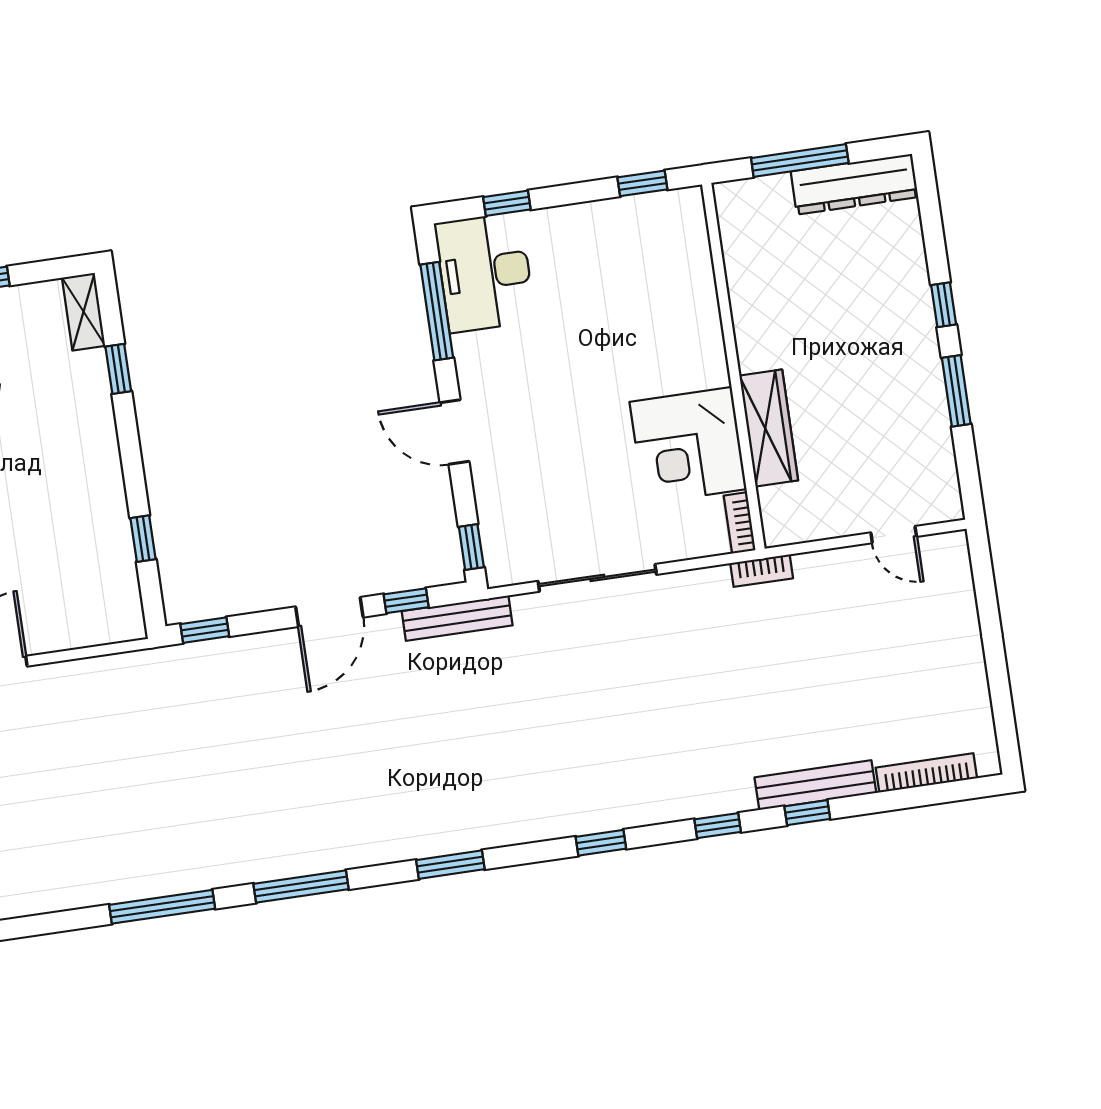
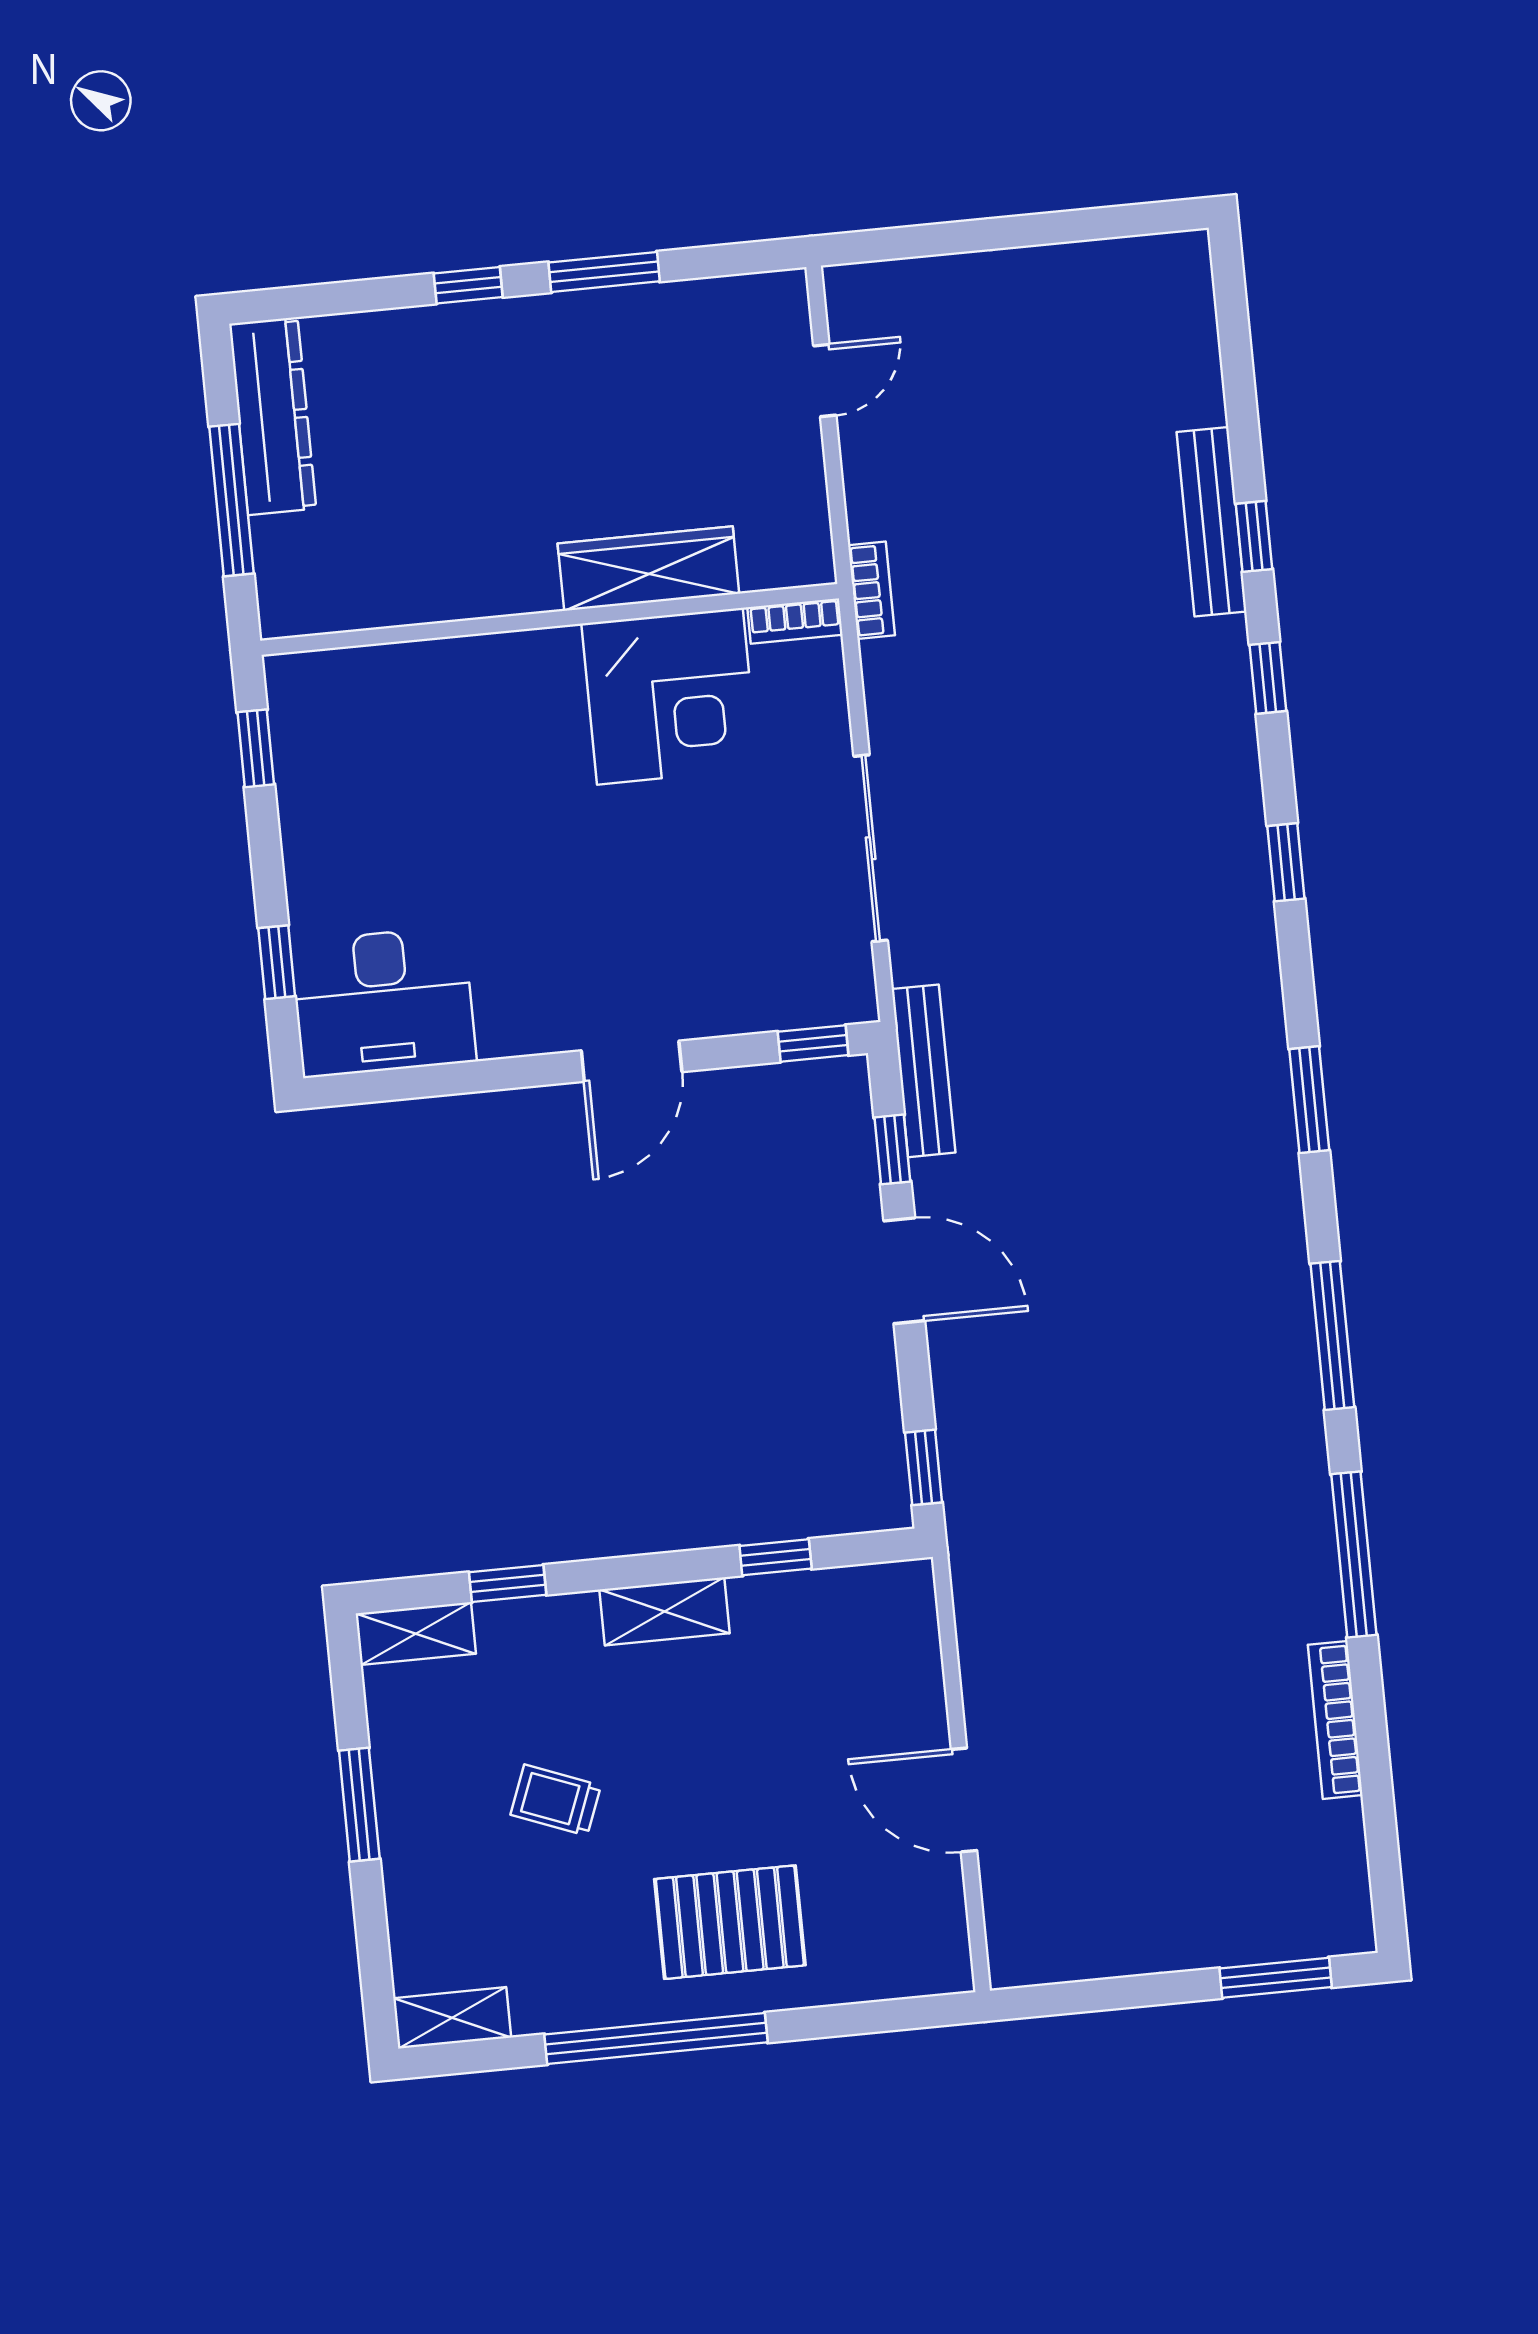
window: (437, 311) -> (441, 1080), removed
shelving: (105, 470) -> (665, 1611), added
bookcase: (926, 773) -> (1335, 1720), moved

